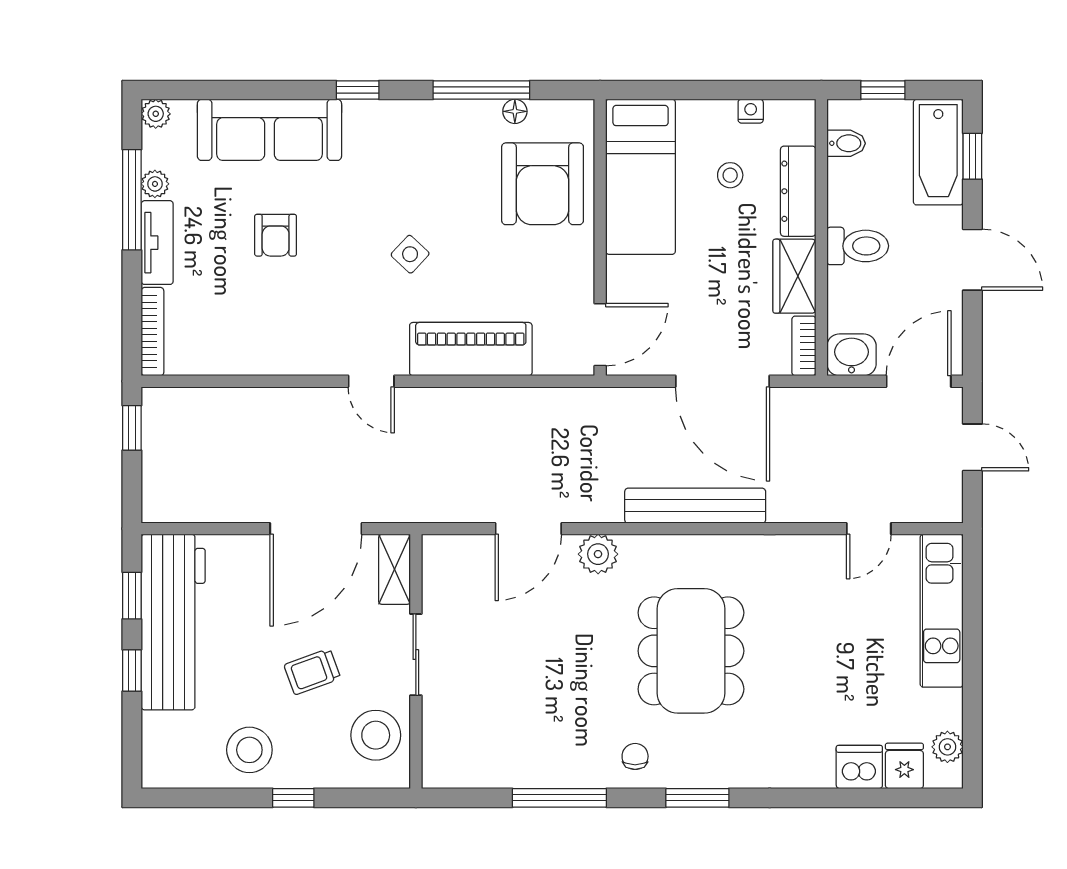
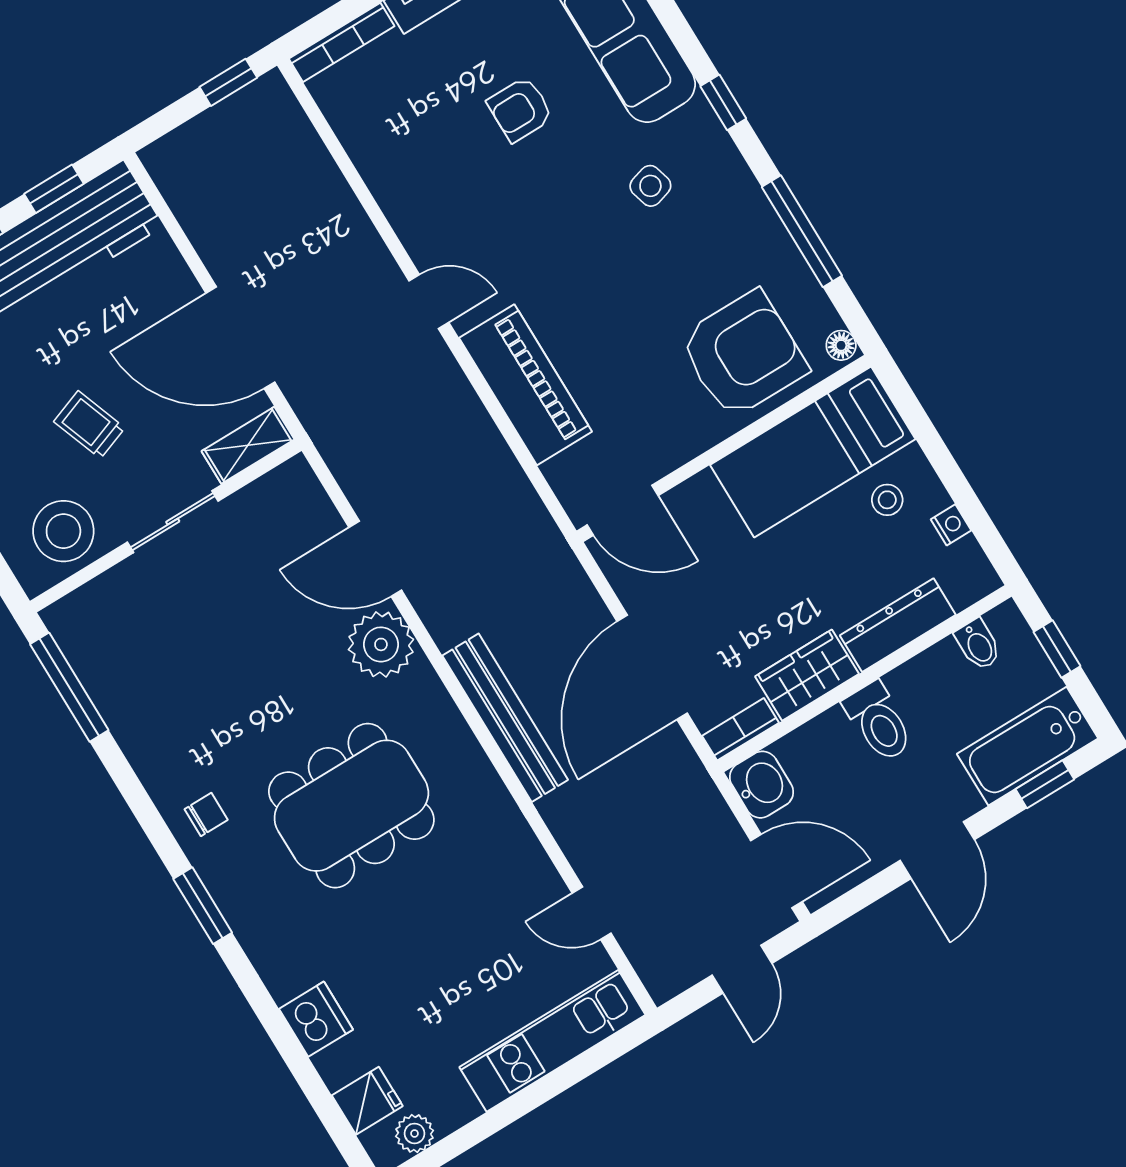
floor lamp: (515, 111) -> (841, 345), moved
stool: (730, 175) -> (887, 500), moved
armchair: (543, 184) -> (743, 354), turned 180
side table: (410, 254) -> (650, 186), moved, turned 31
door: (371, 381) -> (429, 302), swing flipped
plant: (598, 554) -> (381, 644), width x1.36, depth x1.36
dishwasher: (859, 767) -> (316, 1019), moved
window: (559, 798) -> (69, 687), moved

